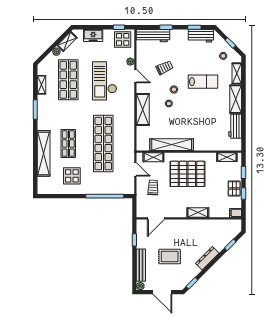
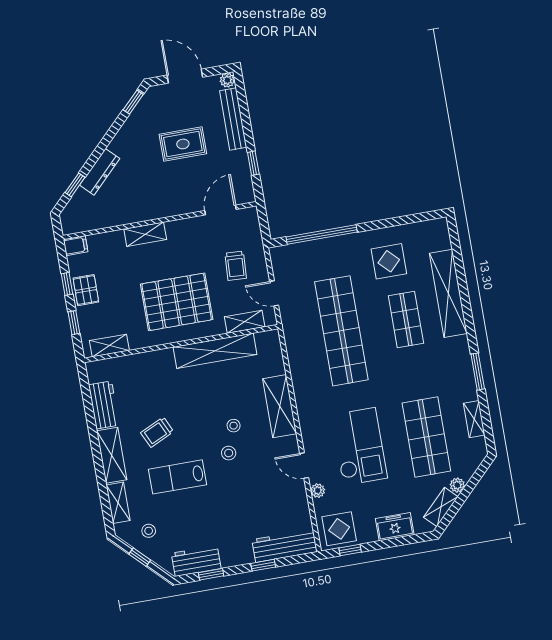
trolley: (164, 68) -> (157, 432), moved
dresser: (207, 258) -> (100, 172), moved

